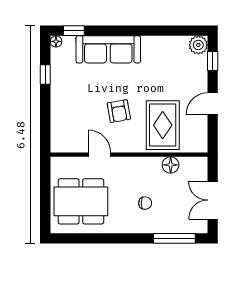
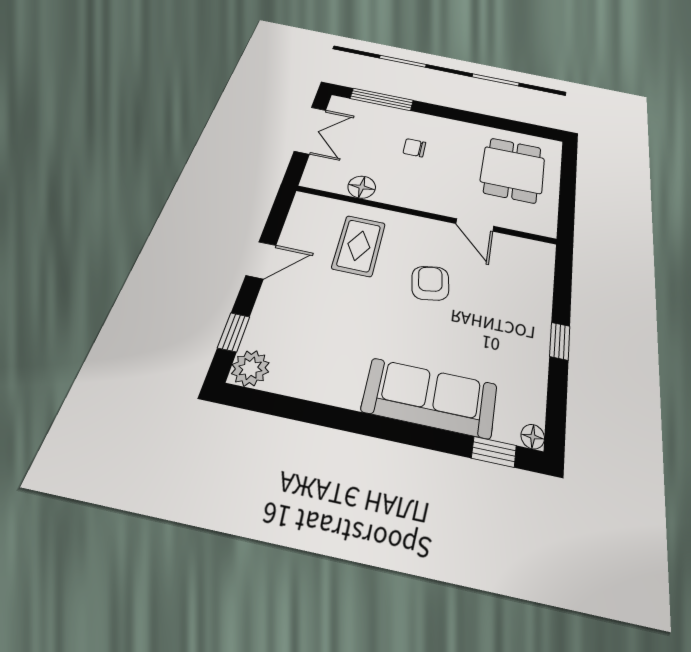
window: (45, 75) -> (560, 341), moved
rug: (163, 125) -> (359, 246), width x0.73, depth x0.70
dining table: (81, 201) -> (513, 170), width x0.73

